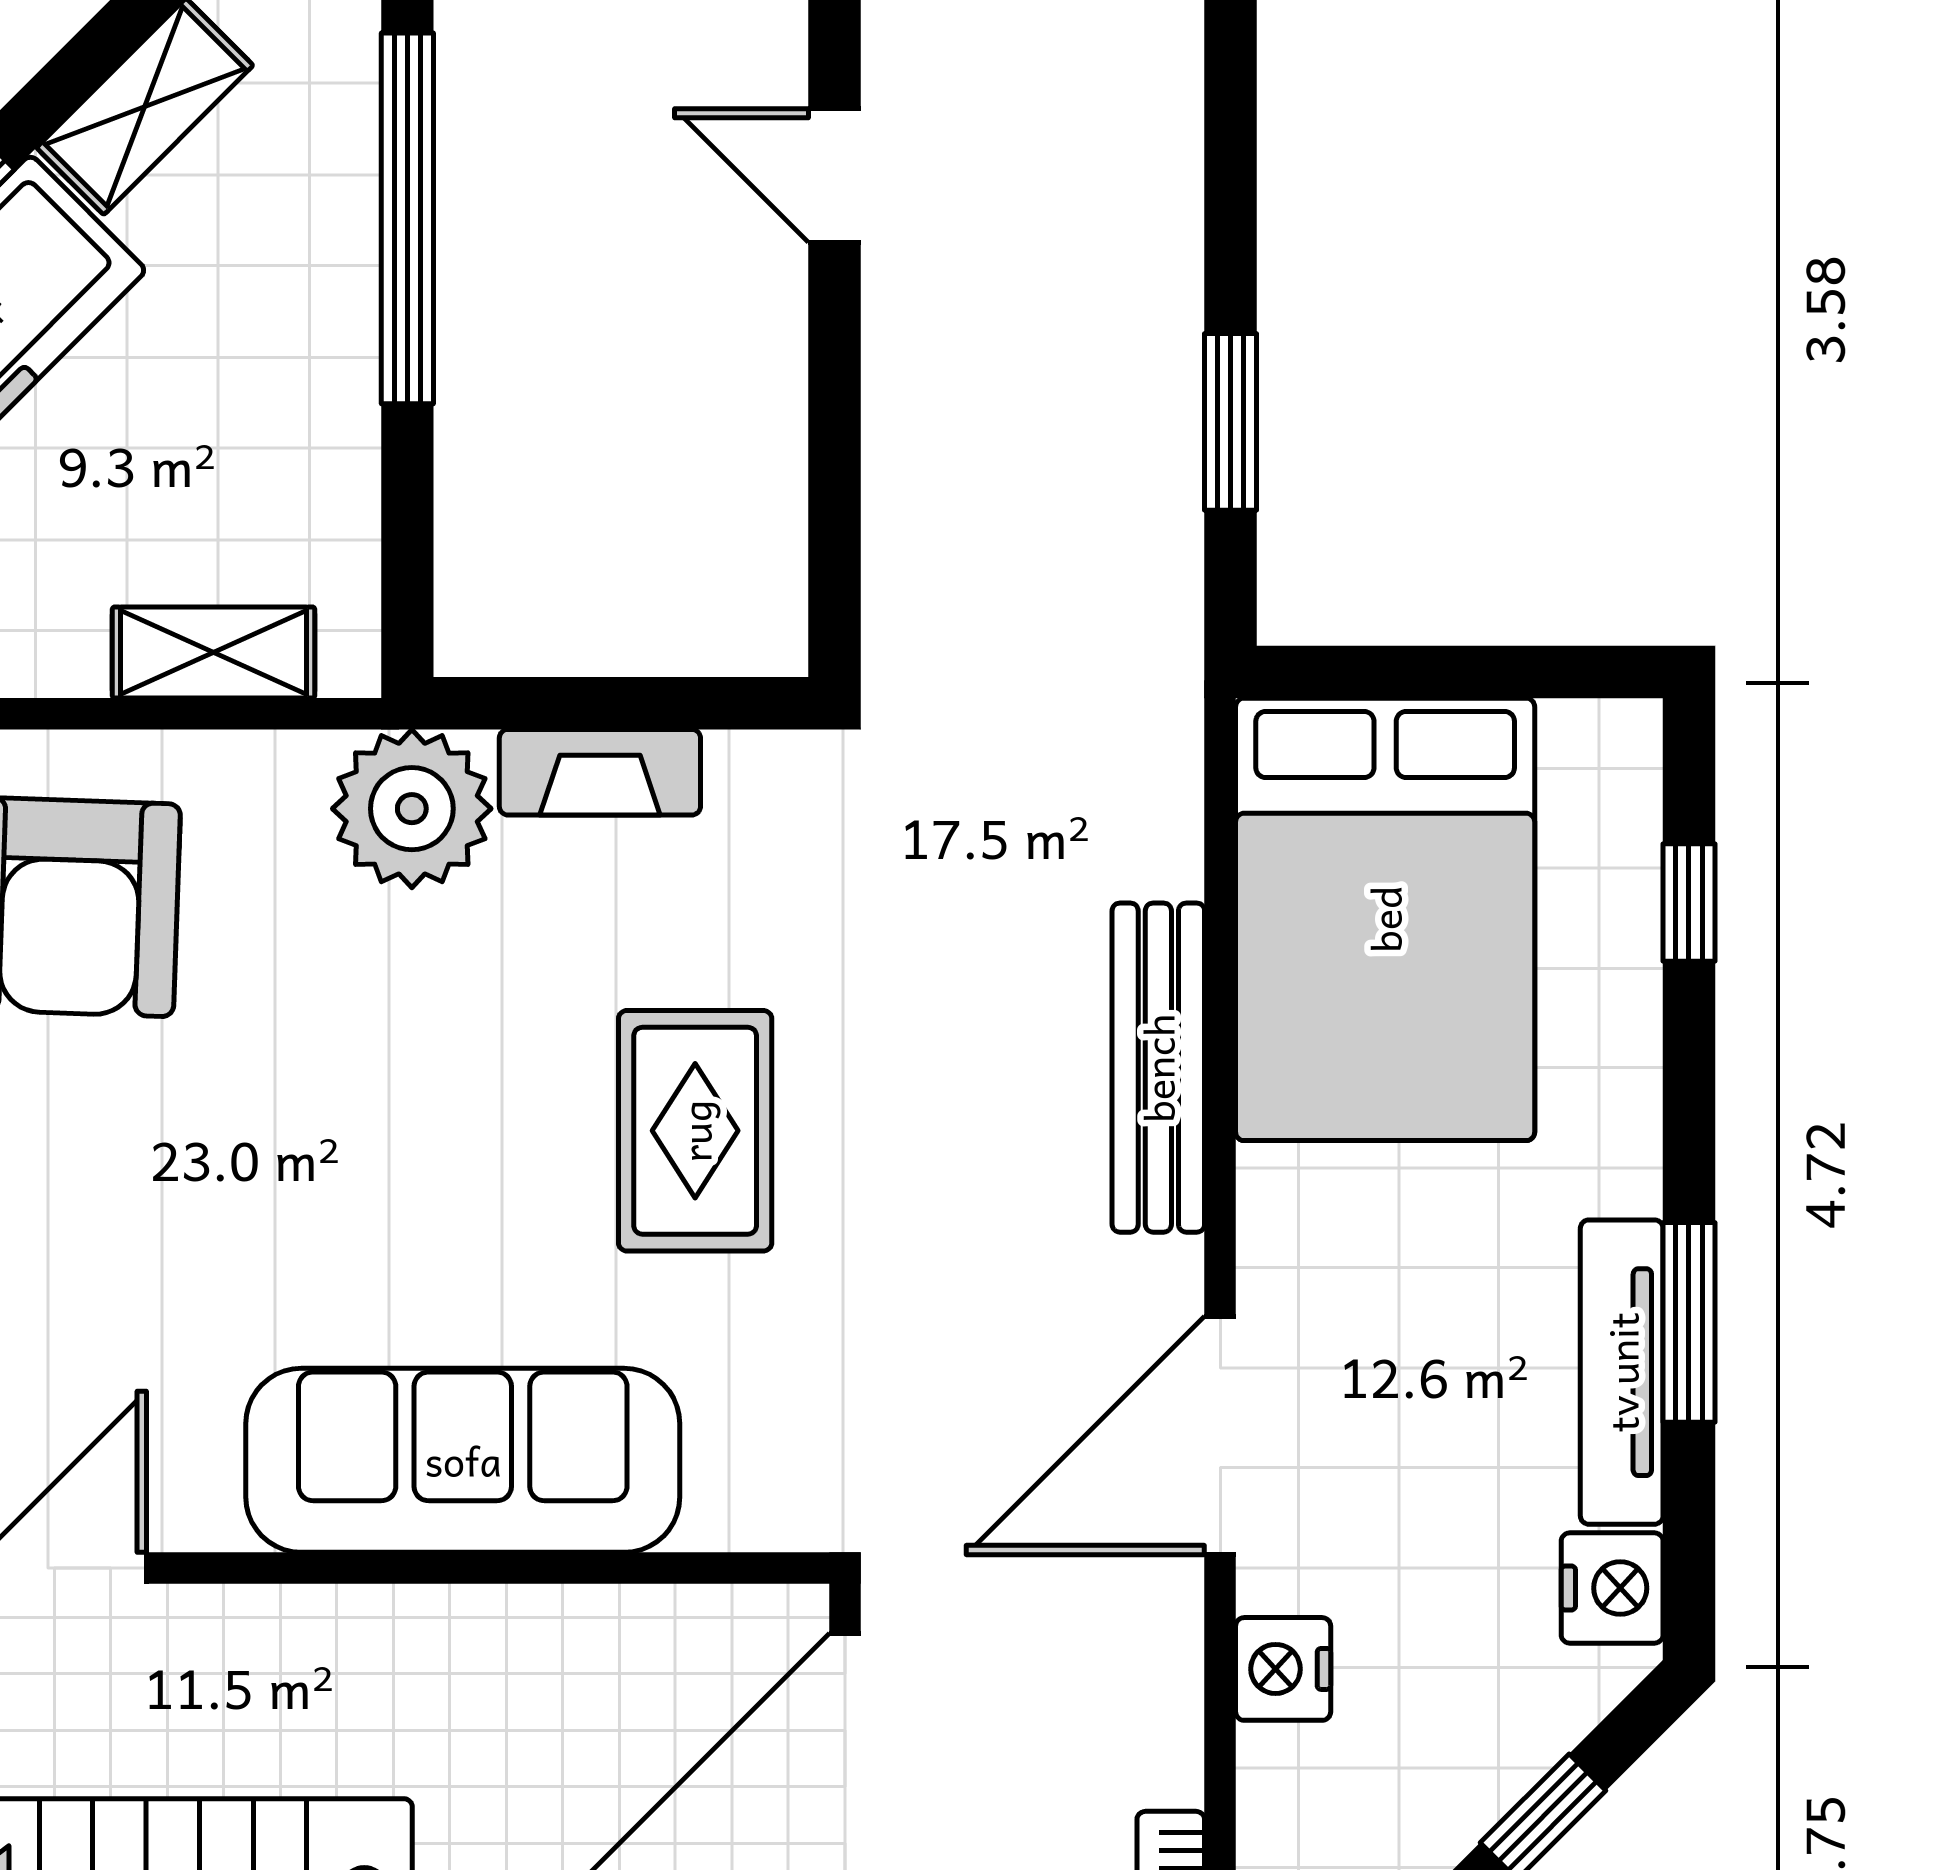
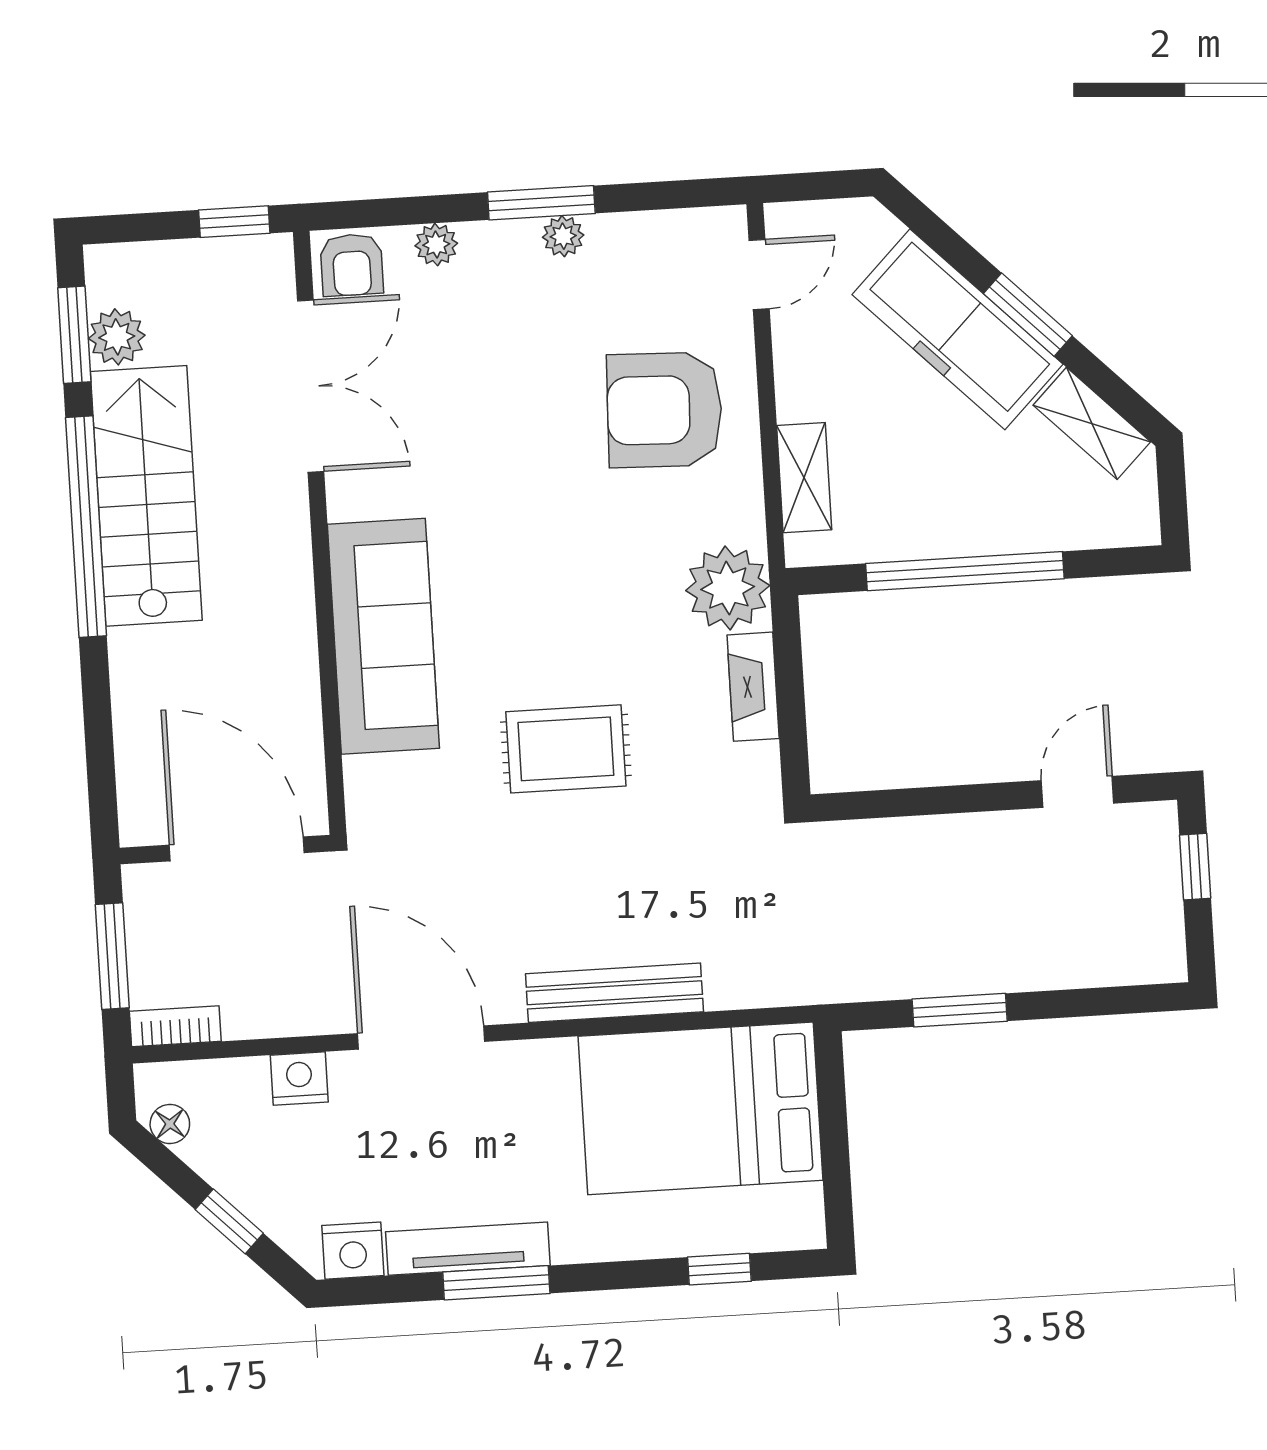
window: (407, 218) -> (965, 571), moved

